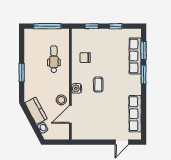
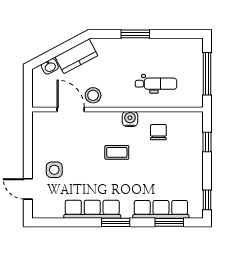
window: (116, 26) -> (207, 200), moved
window: (144, 74) -> (116, 222), moved
water cooler: (77, 88) -> (130, 119), moved
row of seats: (135, 114) -> (92, 209), moved
side table: (110, 125) -> (54, 170), added

